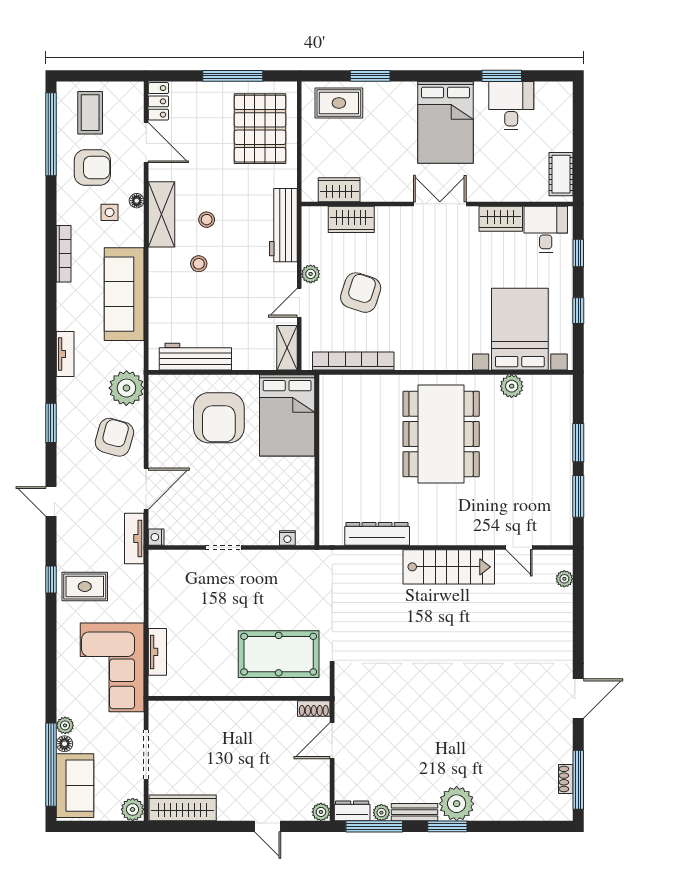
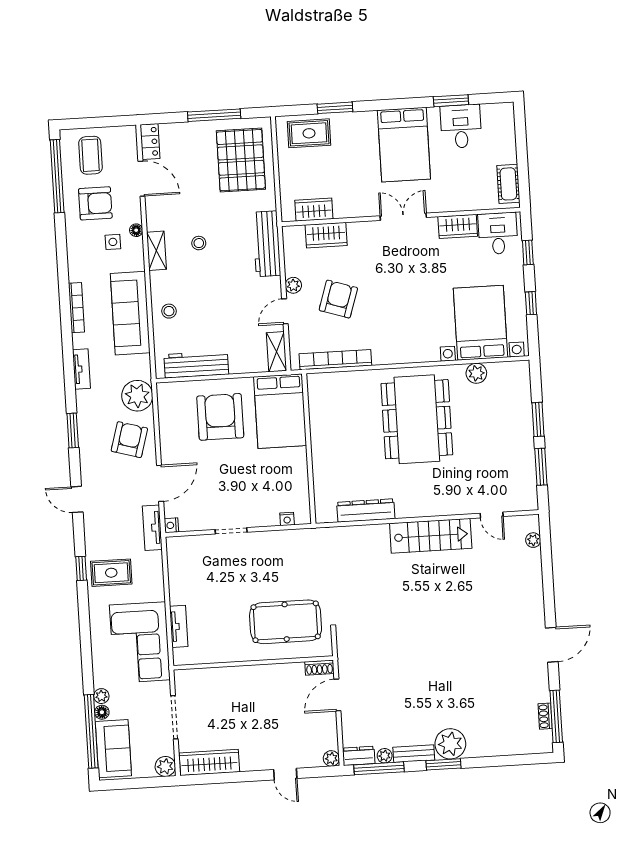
shelving: (161, 214) -> (156, 251), width x0.67, depth x0.75
bookcase: (64, 254) -> (76, 308), moved
stool: (199, 264) -> (169, 311), moved
armchair: (219, 418) -> (220, 417), turned 180

